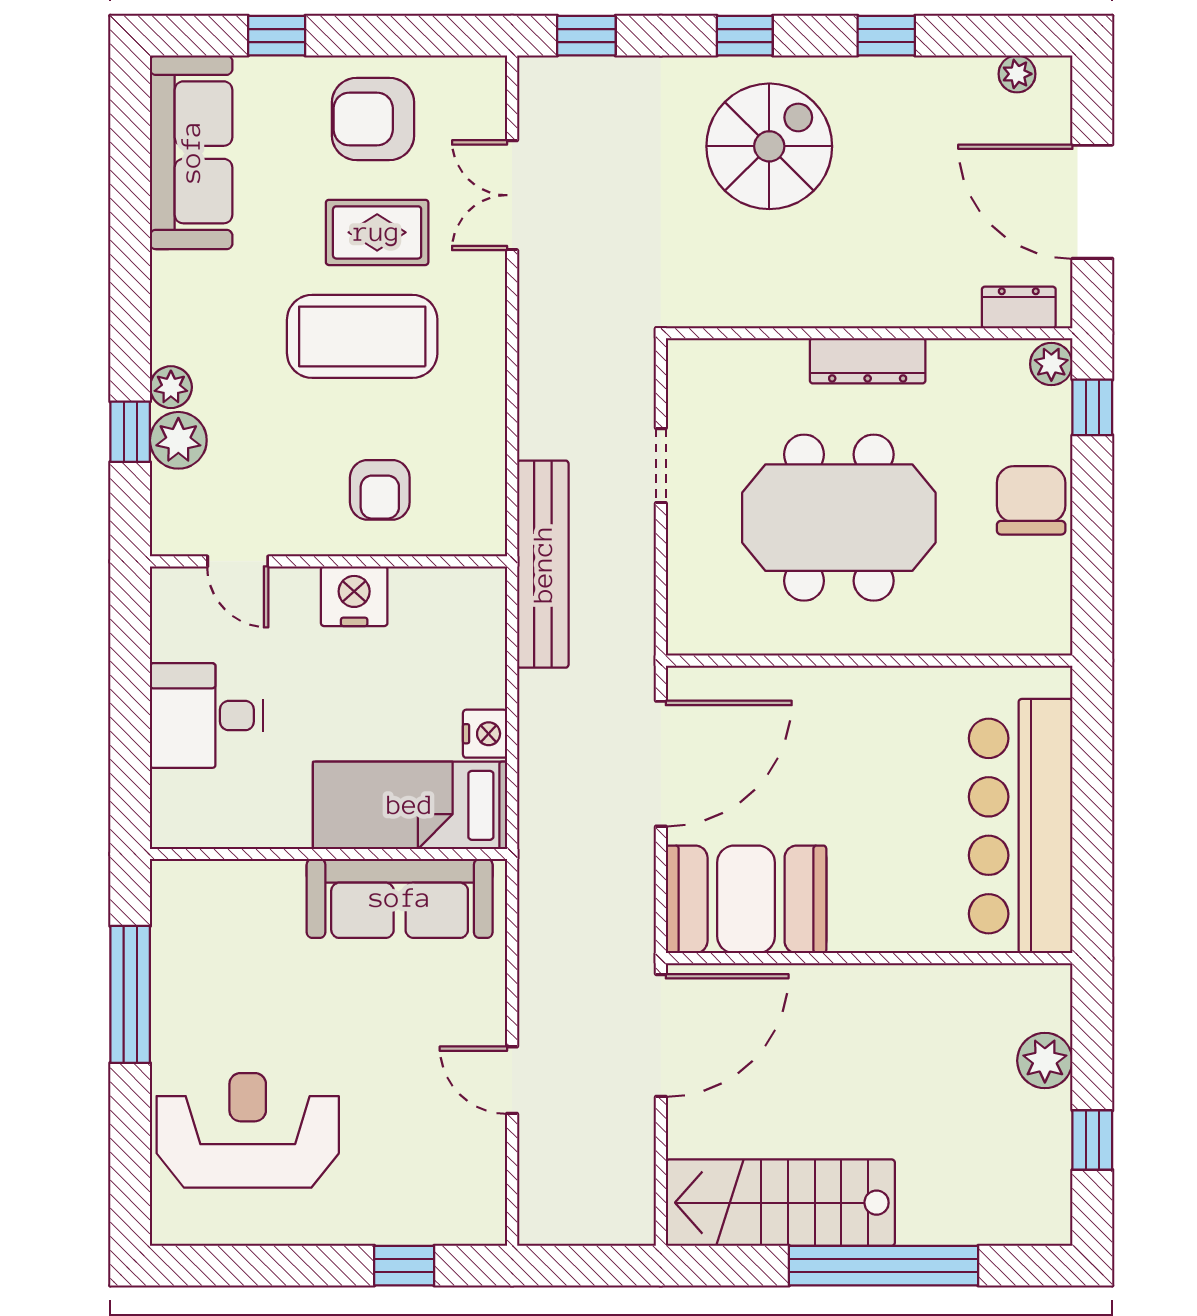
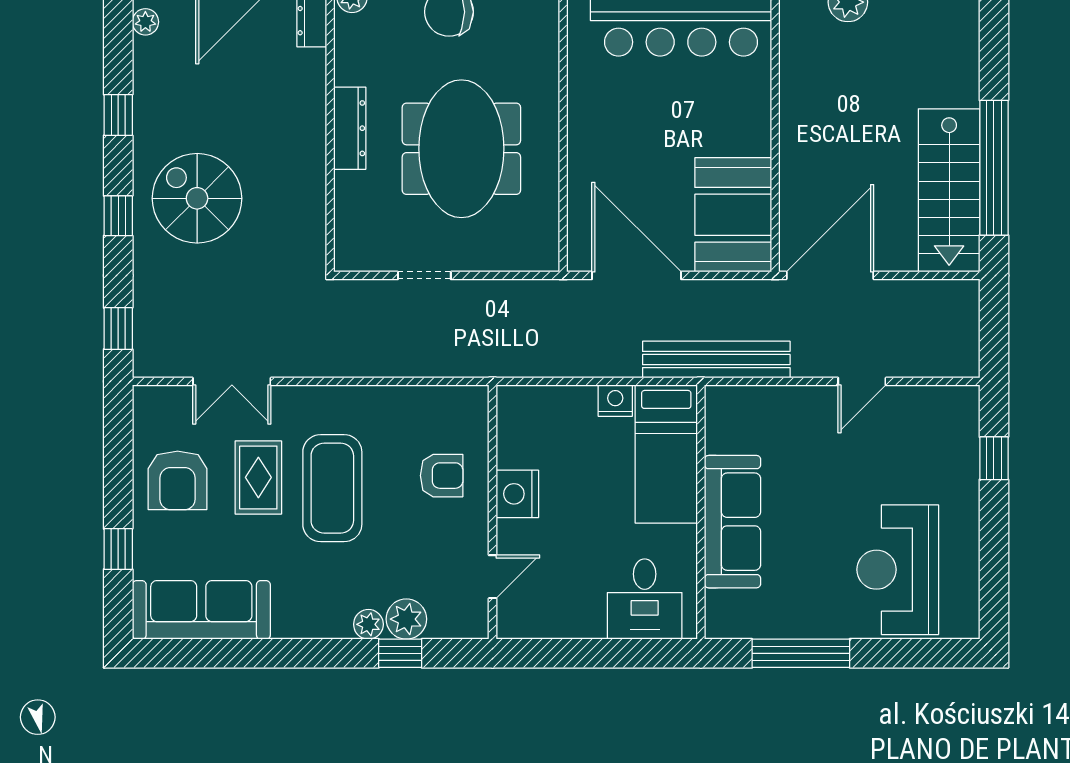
bench: (543, 564) -> (716, 360), moved
desk: (206, 716) -> (645, 599), moved
sofa: (400, 898) -> (733, 522), moved
door: (661, 1035) -> (830, 275), hinge flipped
window: (884, 1266) -> (994, 168), moved

